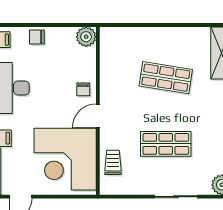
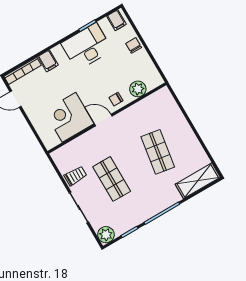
plant: (86, 37) -> (138, 89), moved
corner desk: (65, 159) -> (69, 117), width x0.74, depth x0.74
trolley: (113, 162) -> (75, 176), moved

